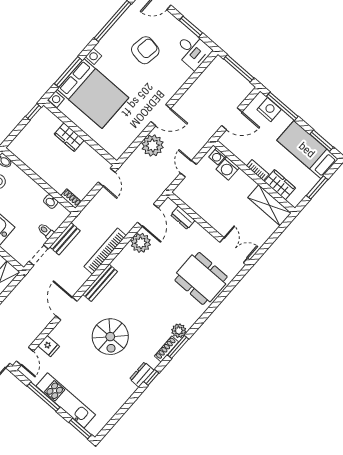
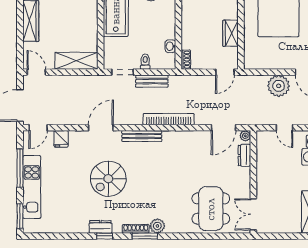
wardrobe: (69, 137) -> (230, 33), moved
door: (188, 169) -> (285, 128), swing flipped
plant: (141, 243) -> (245, 136), moved, width x0.53, depth x0.53
double door: (234, 250) -> (253, 214), swing flipped

